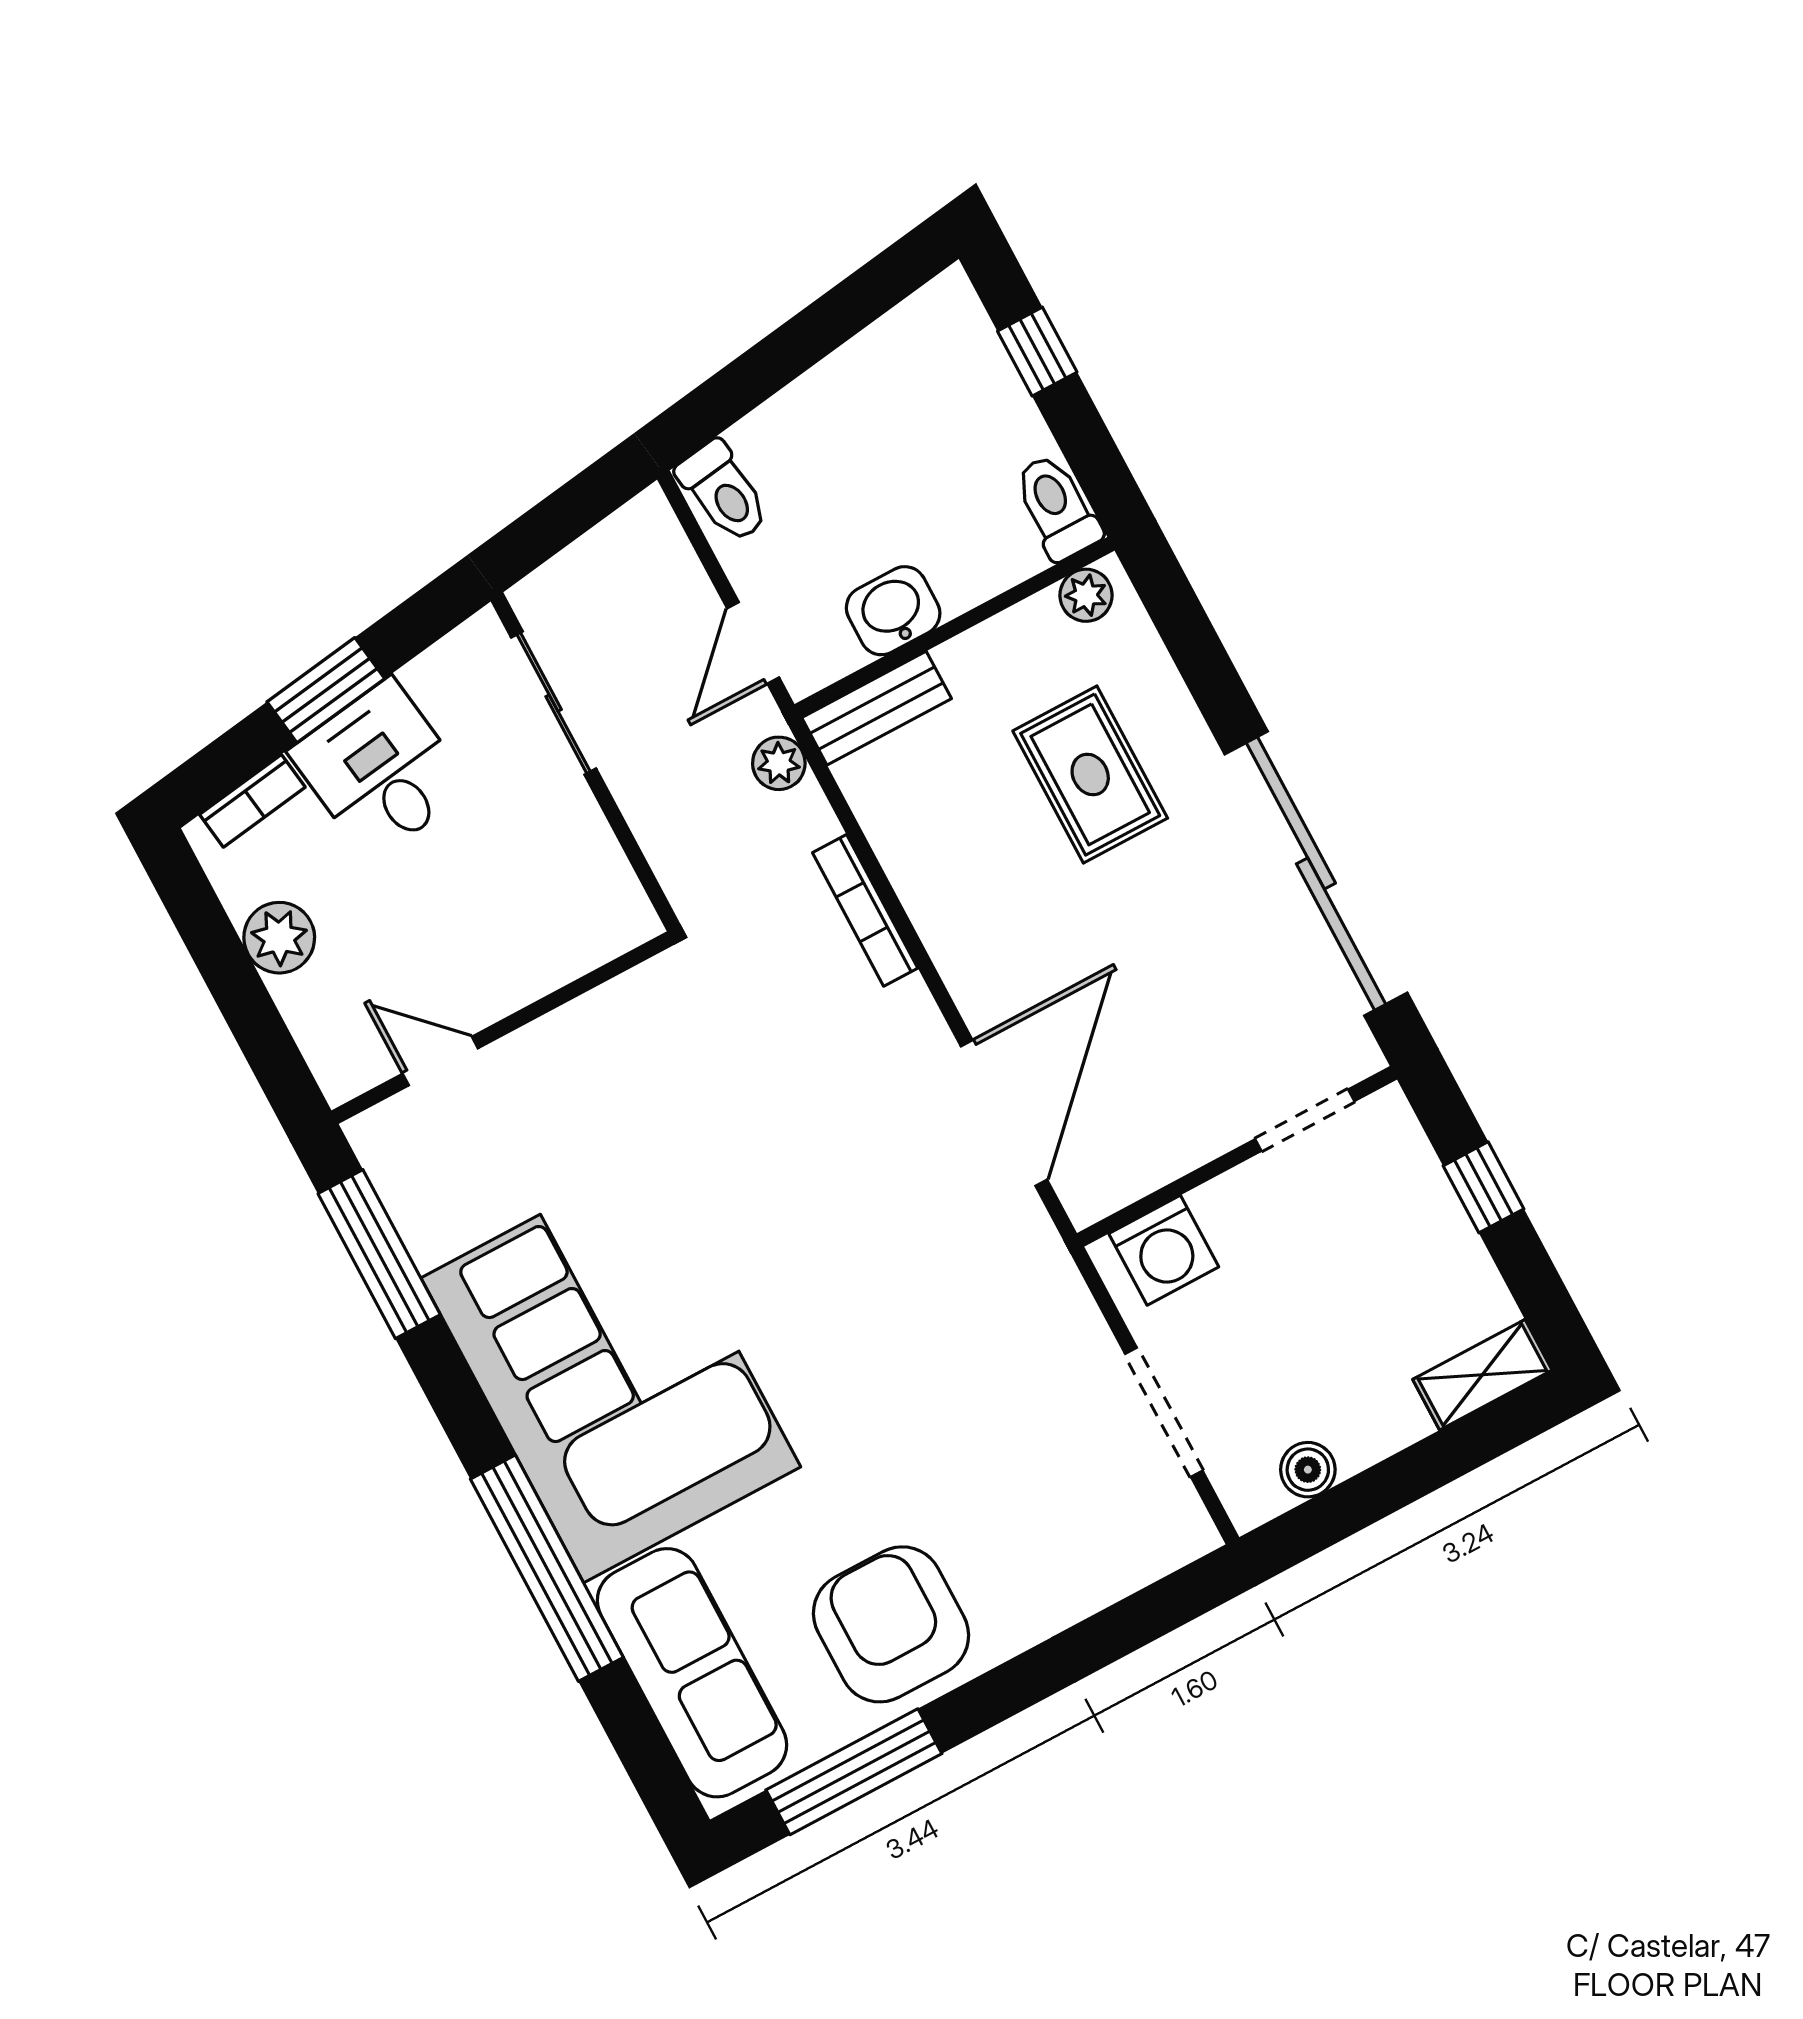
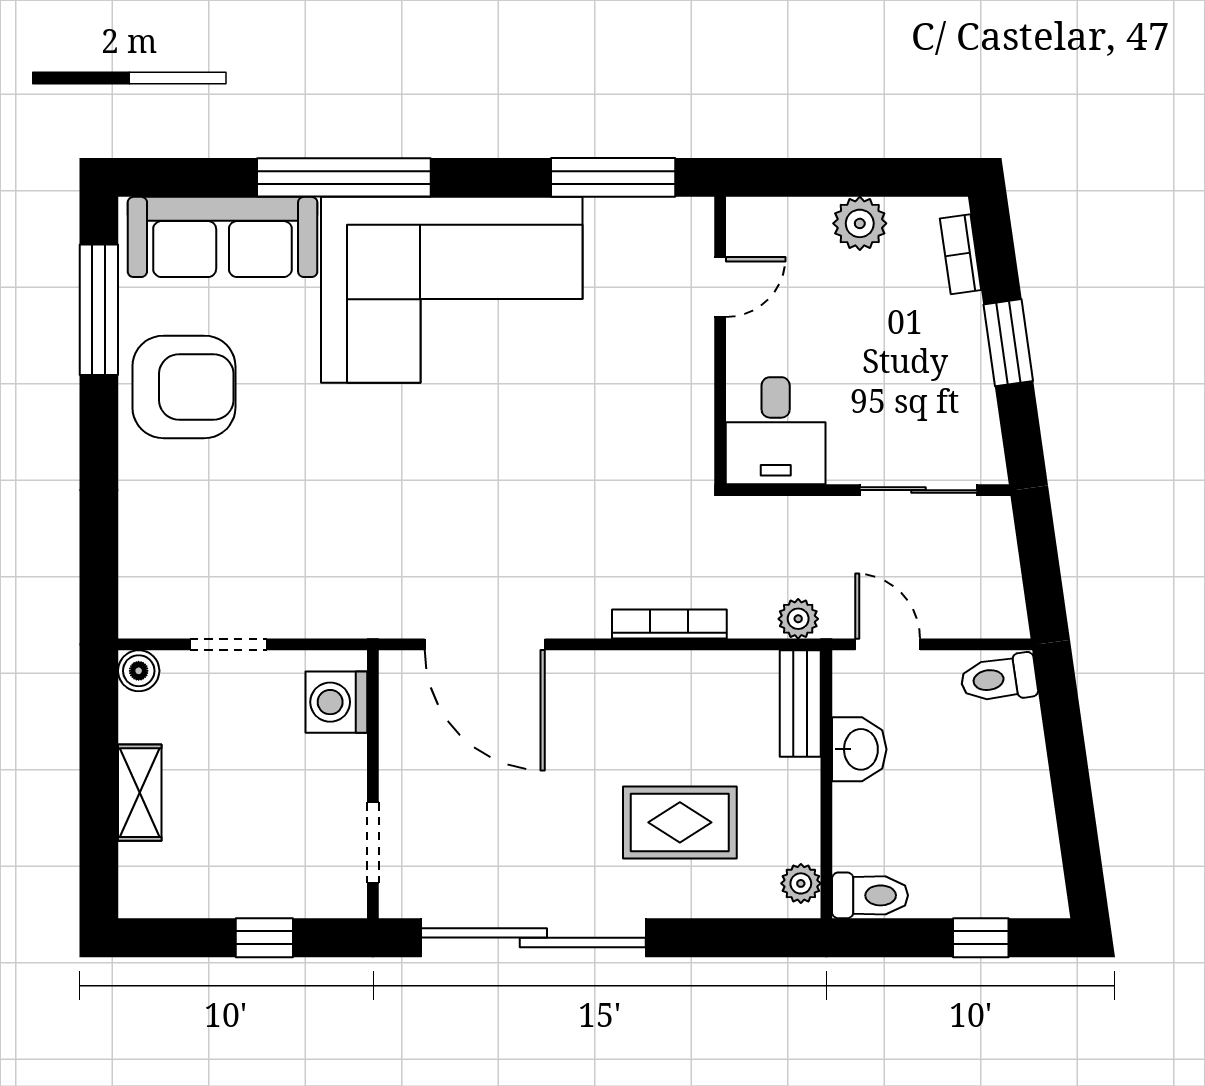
desk: (380, 770) -> (776, 431), moved, turned 98
shelving: (1482, 1375) -> (140, 793), moved
doorway: (1164, 1412) -> (228, 644), width x0.73
boiler: (1308, 1470) -> (139, 671), moved

